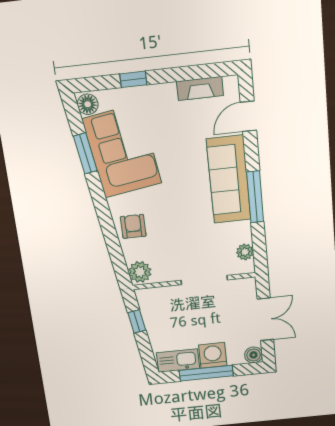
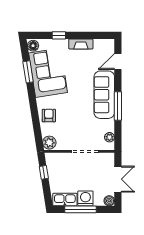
fireplace: (200, 88) -> (81, 44), moved

